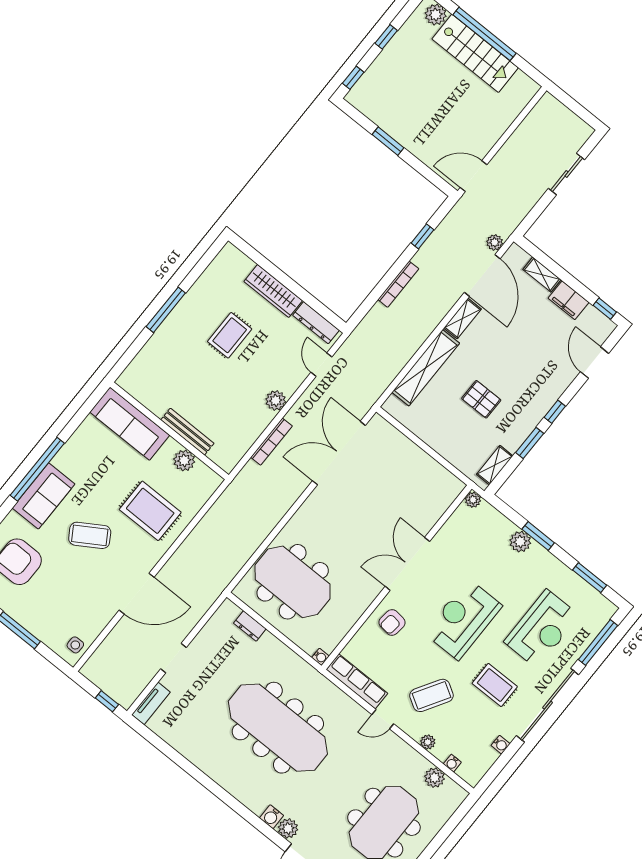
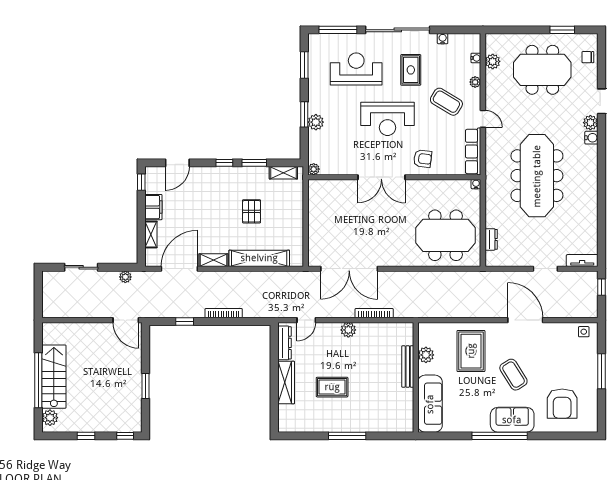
plant: (495, 242) -> (125, 277), moved
meeting table: (293, 582) -> (445, 235), turned 90

